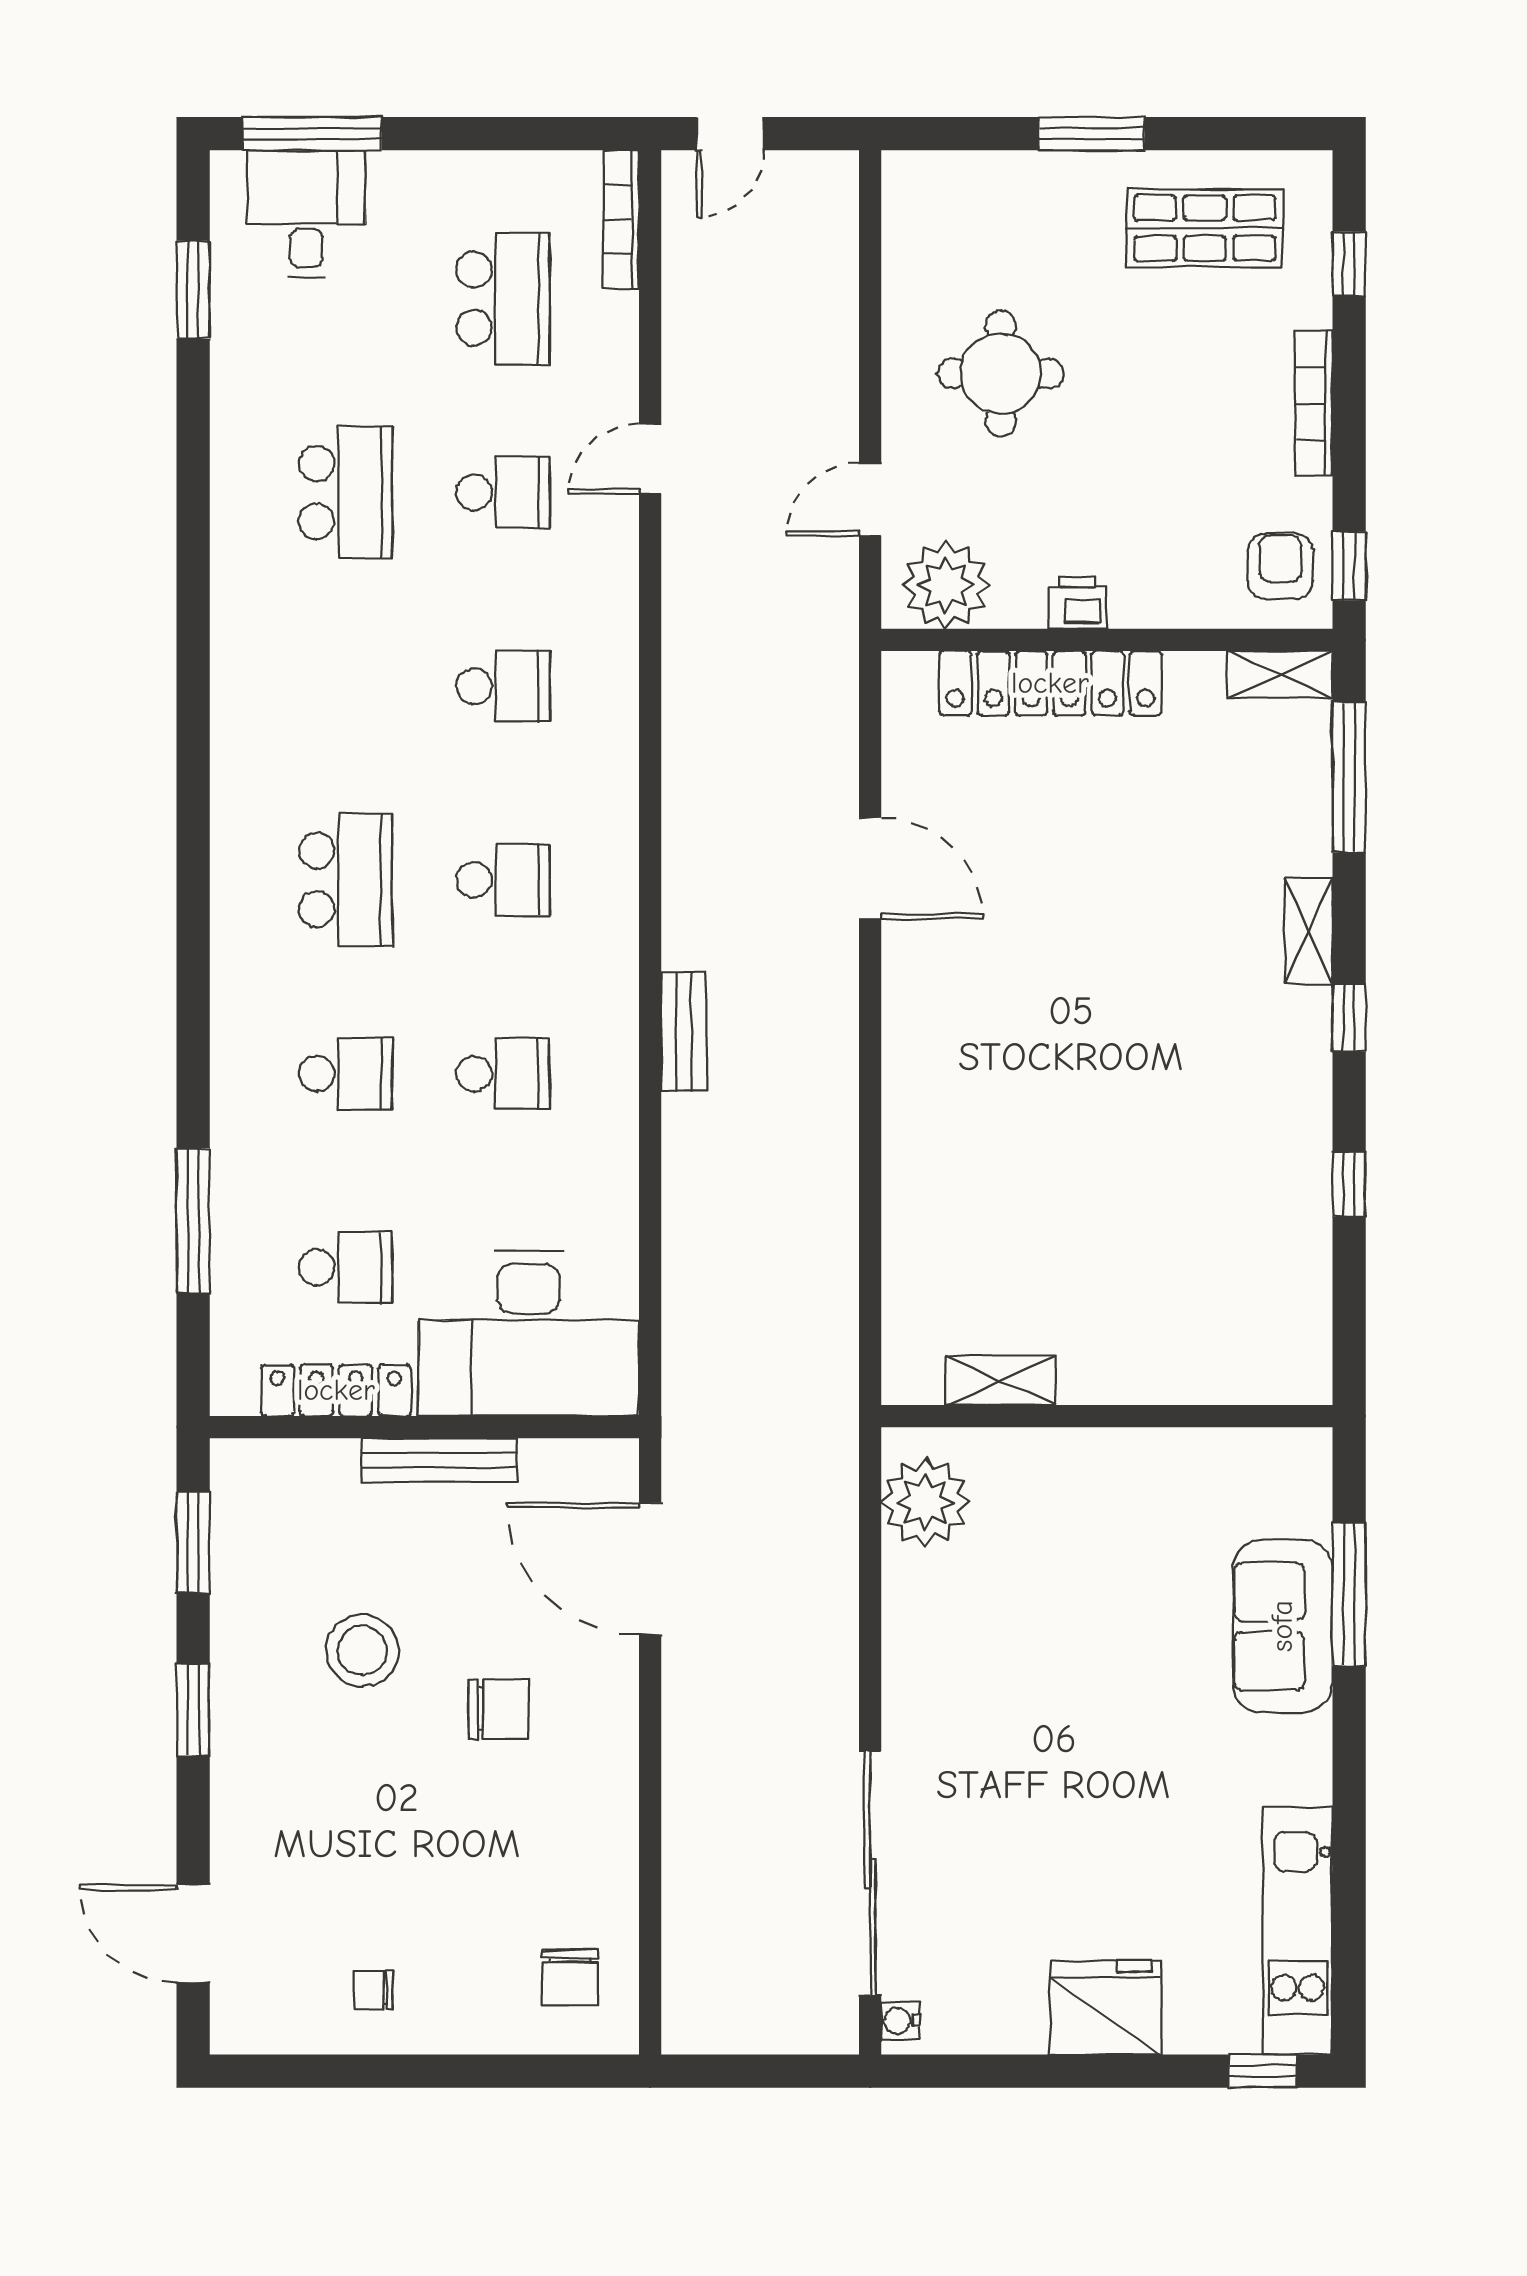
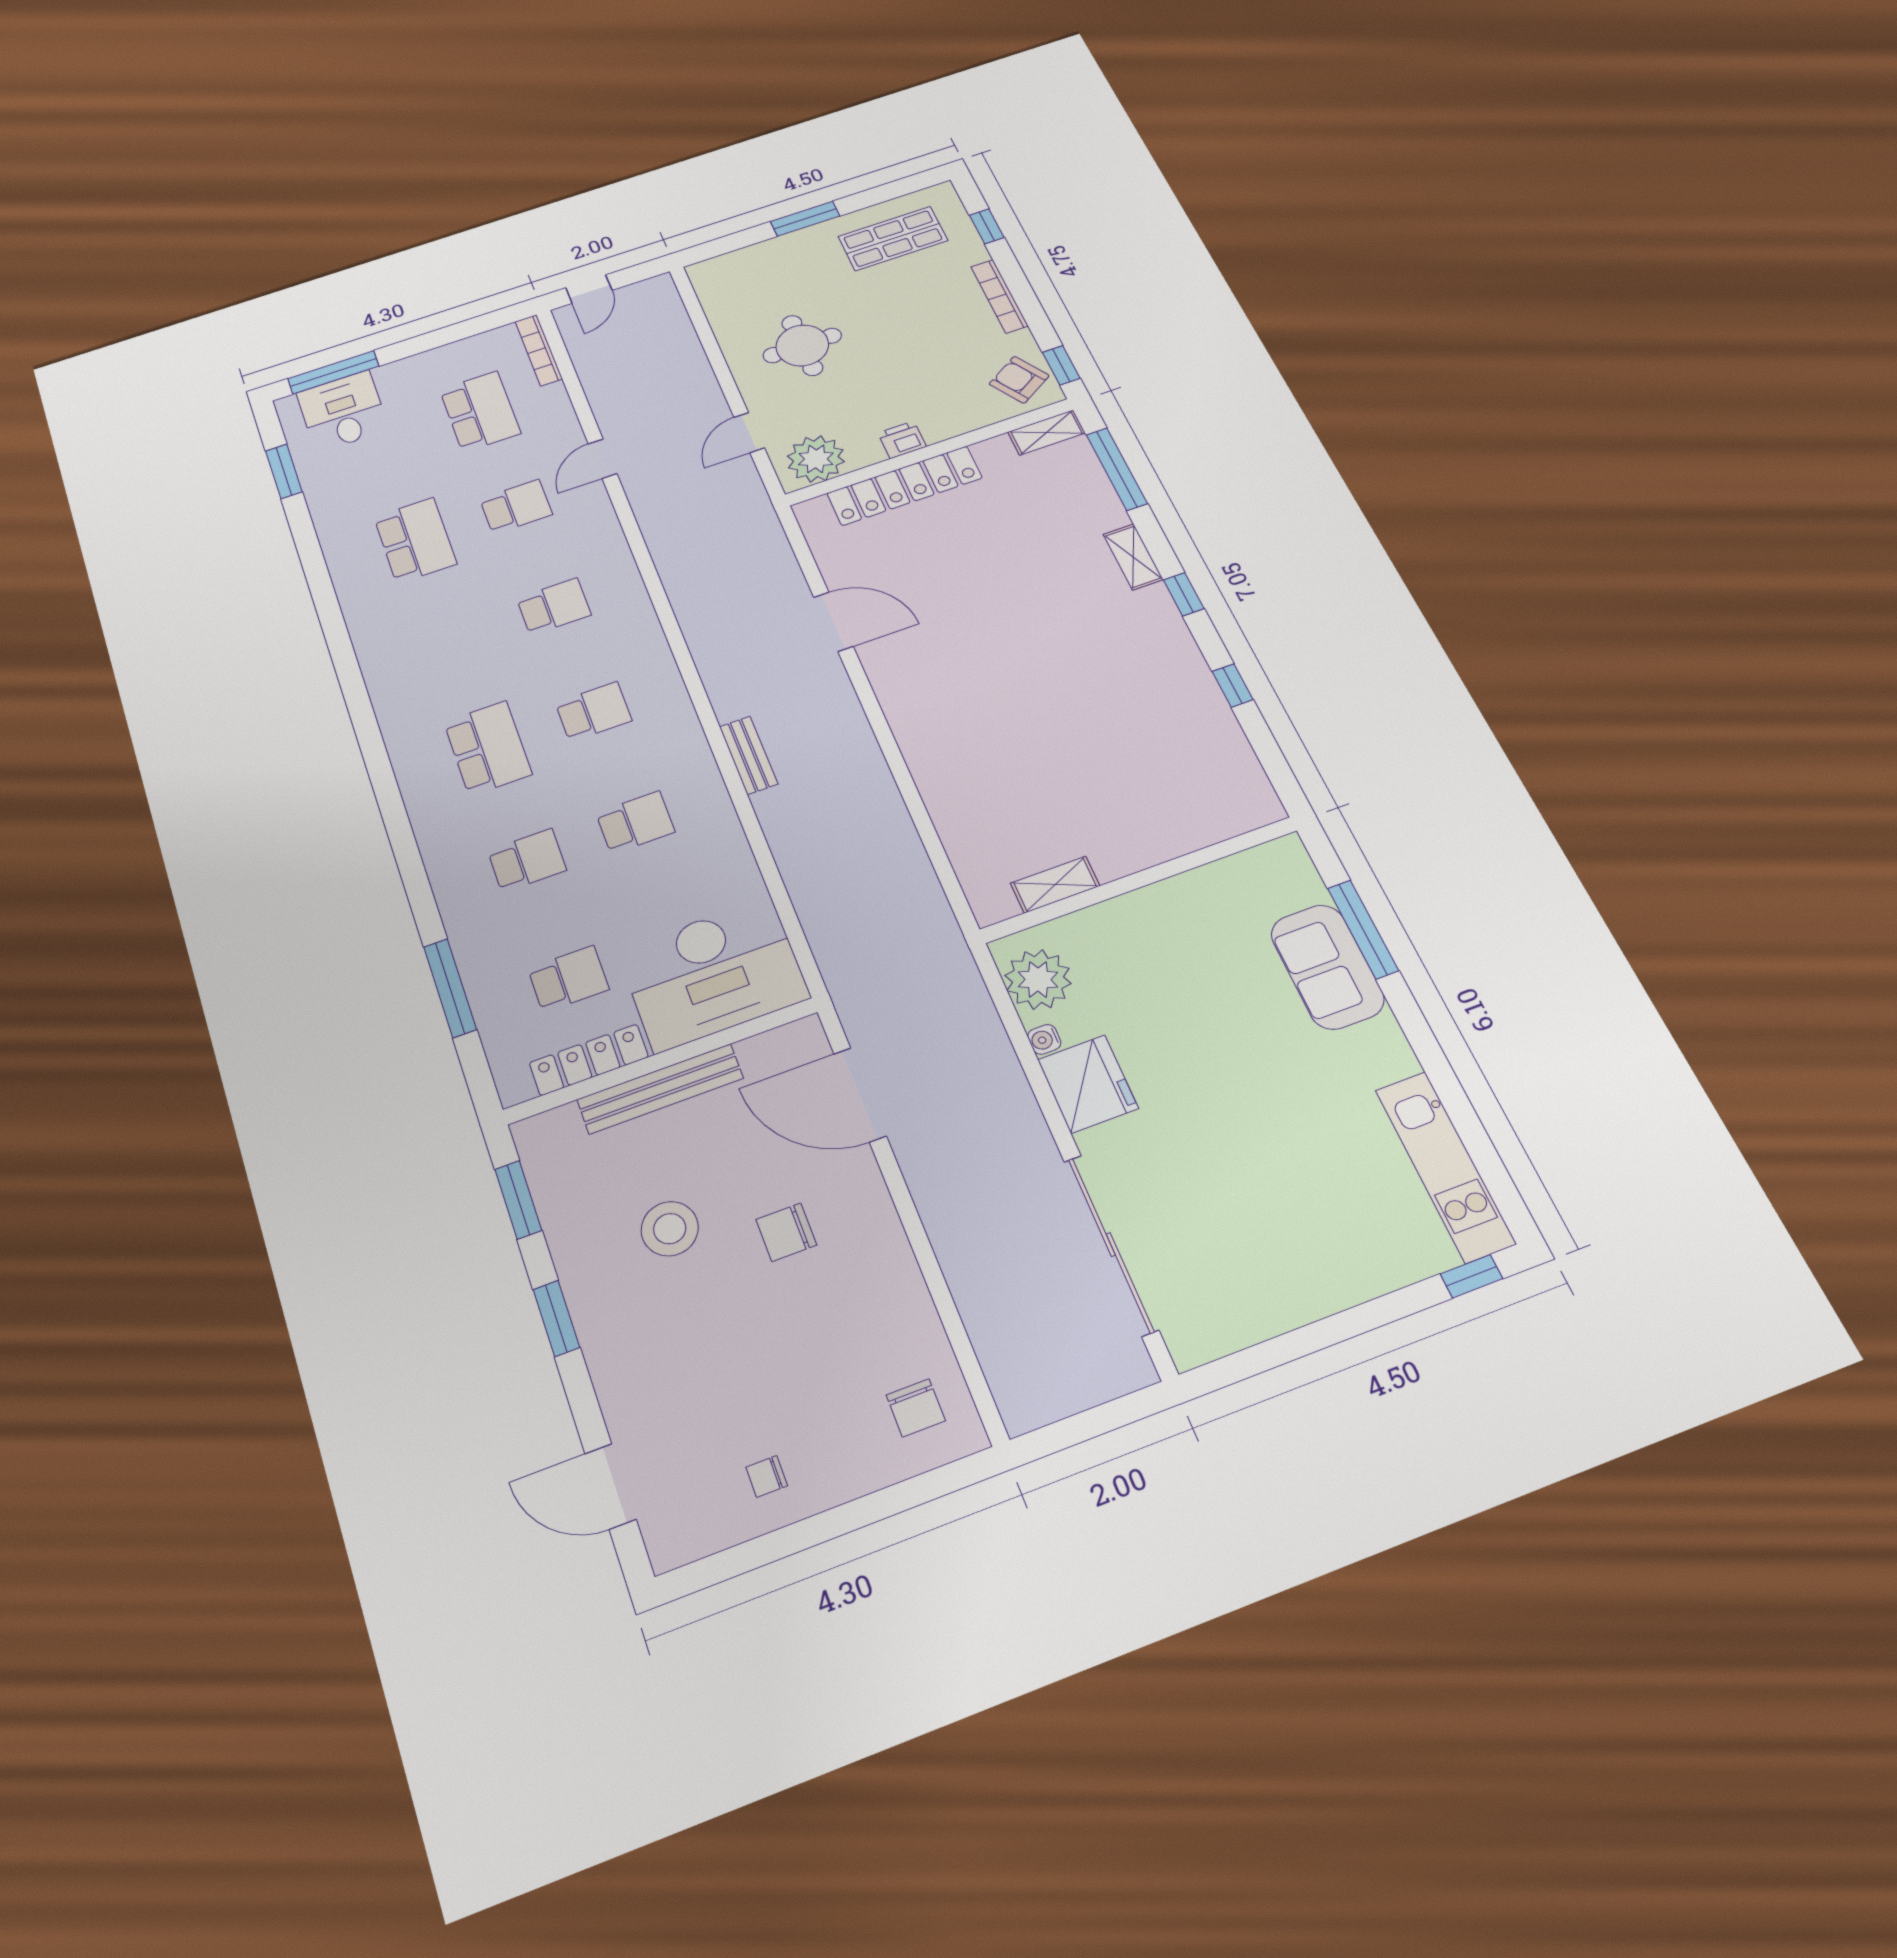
armchair: (1280, 566) -> (1019, 380), turned -32
bench: (439, 1460) -> (660, 1089), width x1.37, depth x1.21
chair: (498, 1709) -> (786, 1232), turned 180
fridge: (1106, 2008) -> (1088, 1084), moved, turned 90
water cooler: (900, 2021) -> (1044, 1039), moved

